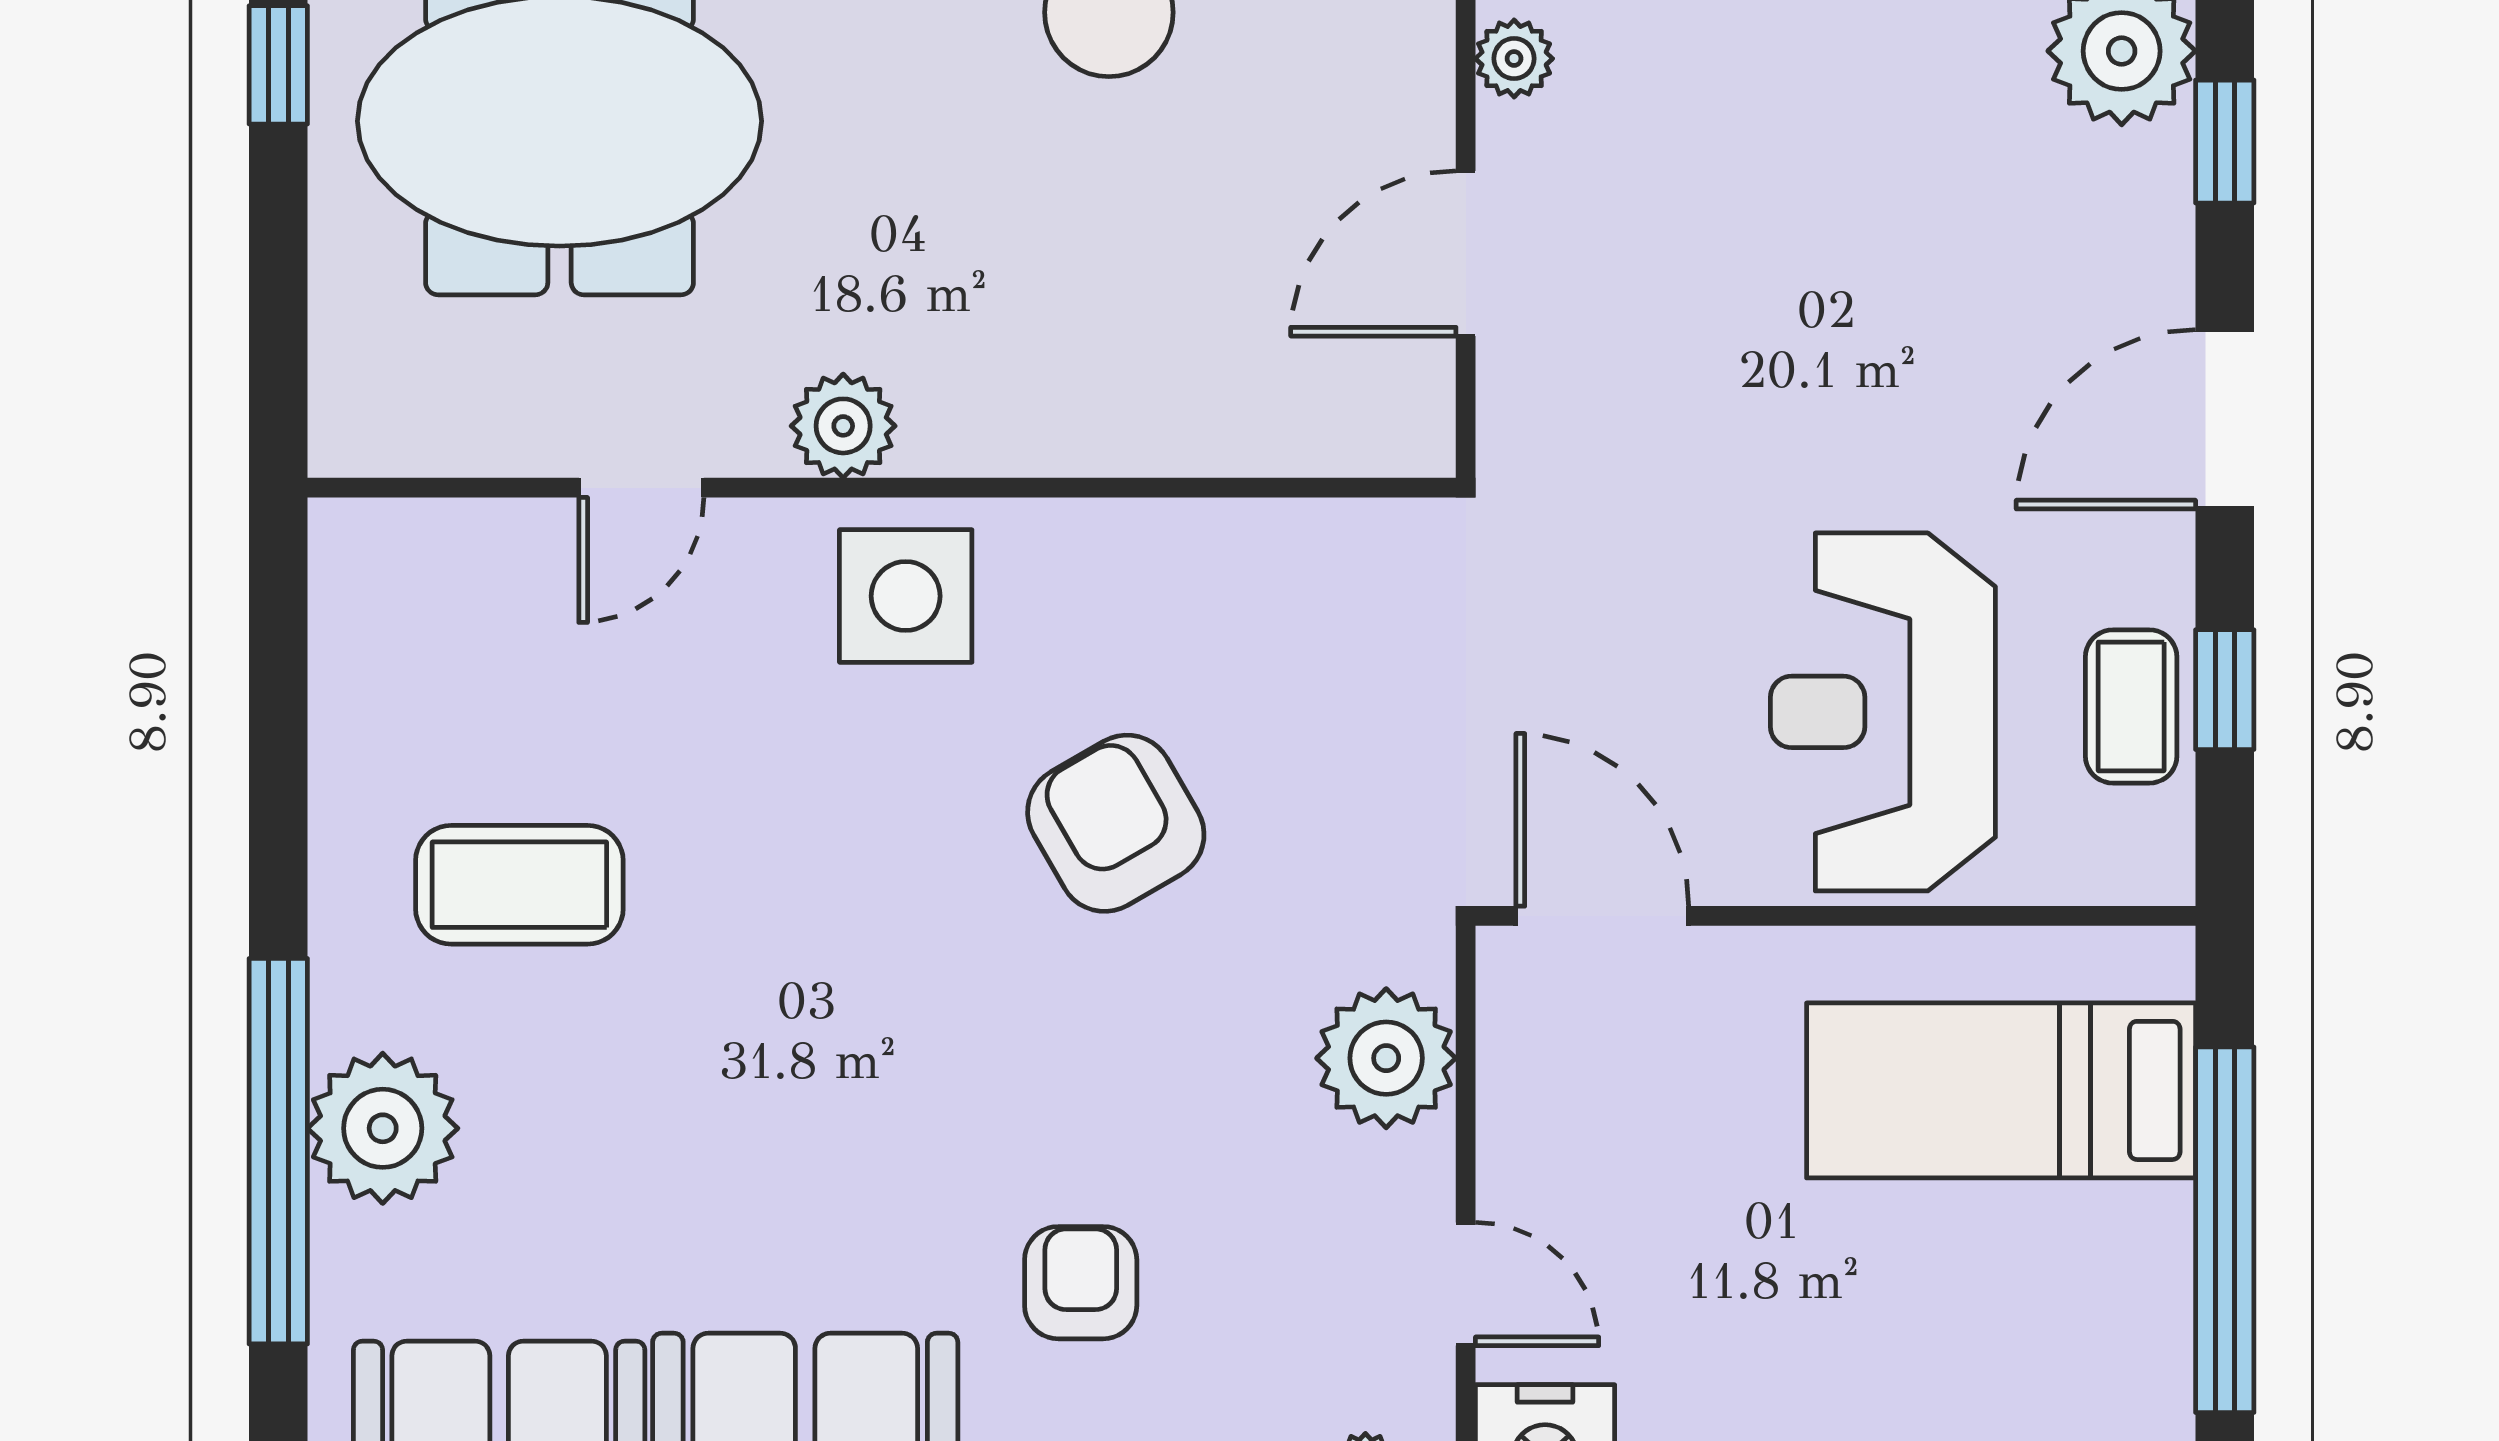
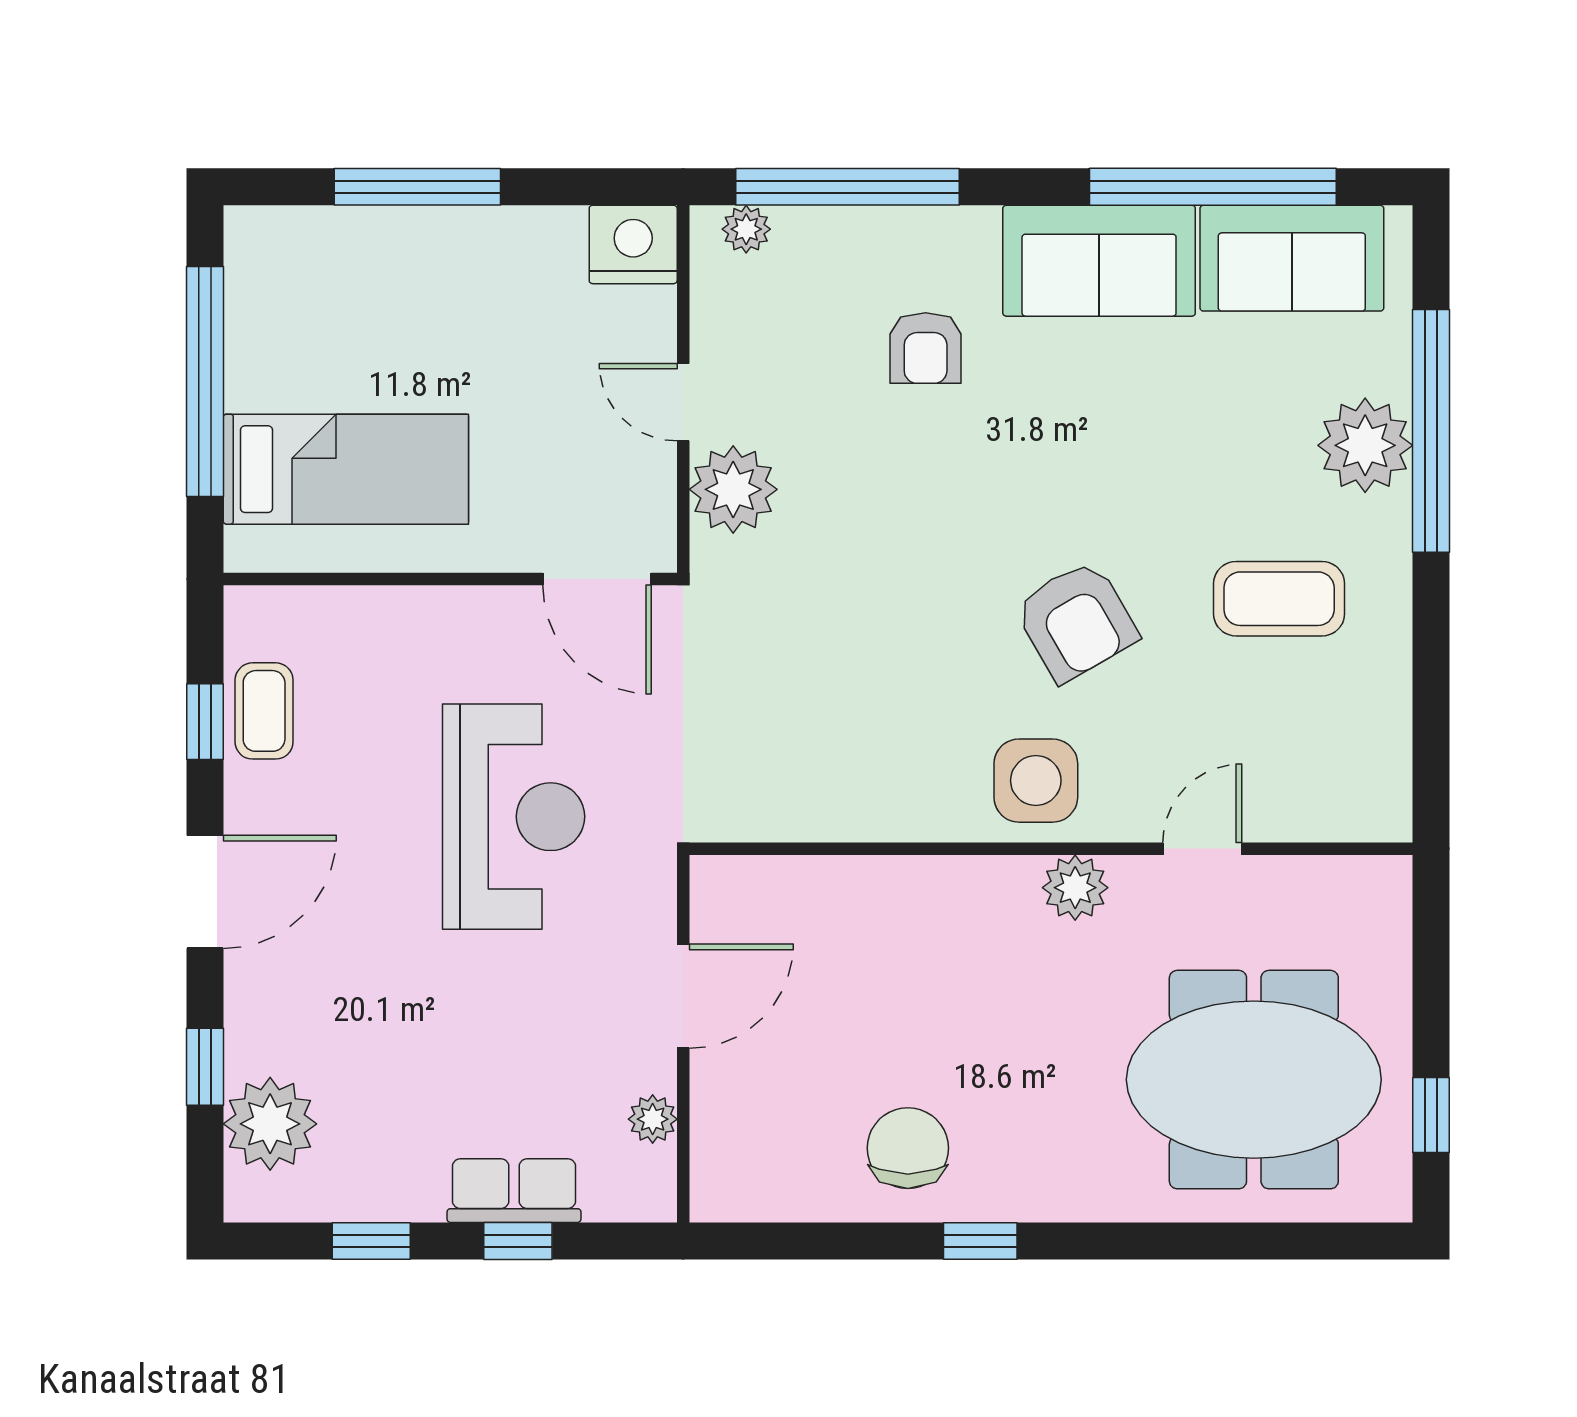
reception desk: (1883, 712) -> (514, 817), moved
armchair: (1116, 823) -> (1076, 621), moved
door: (1466, 1284) -> (683, 402), moved

